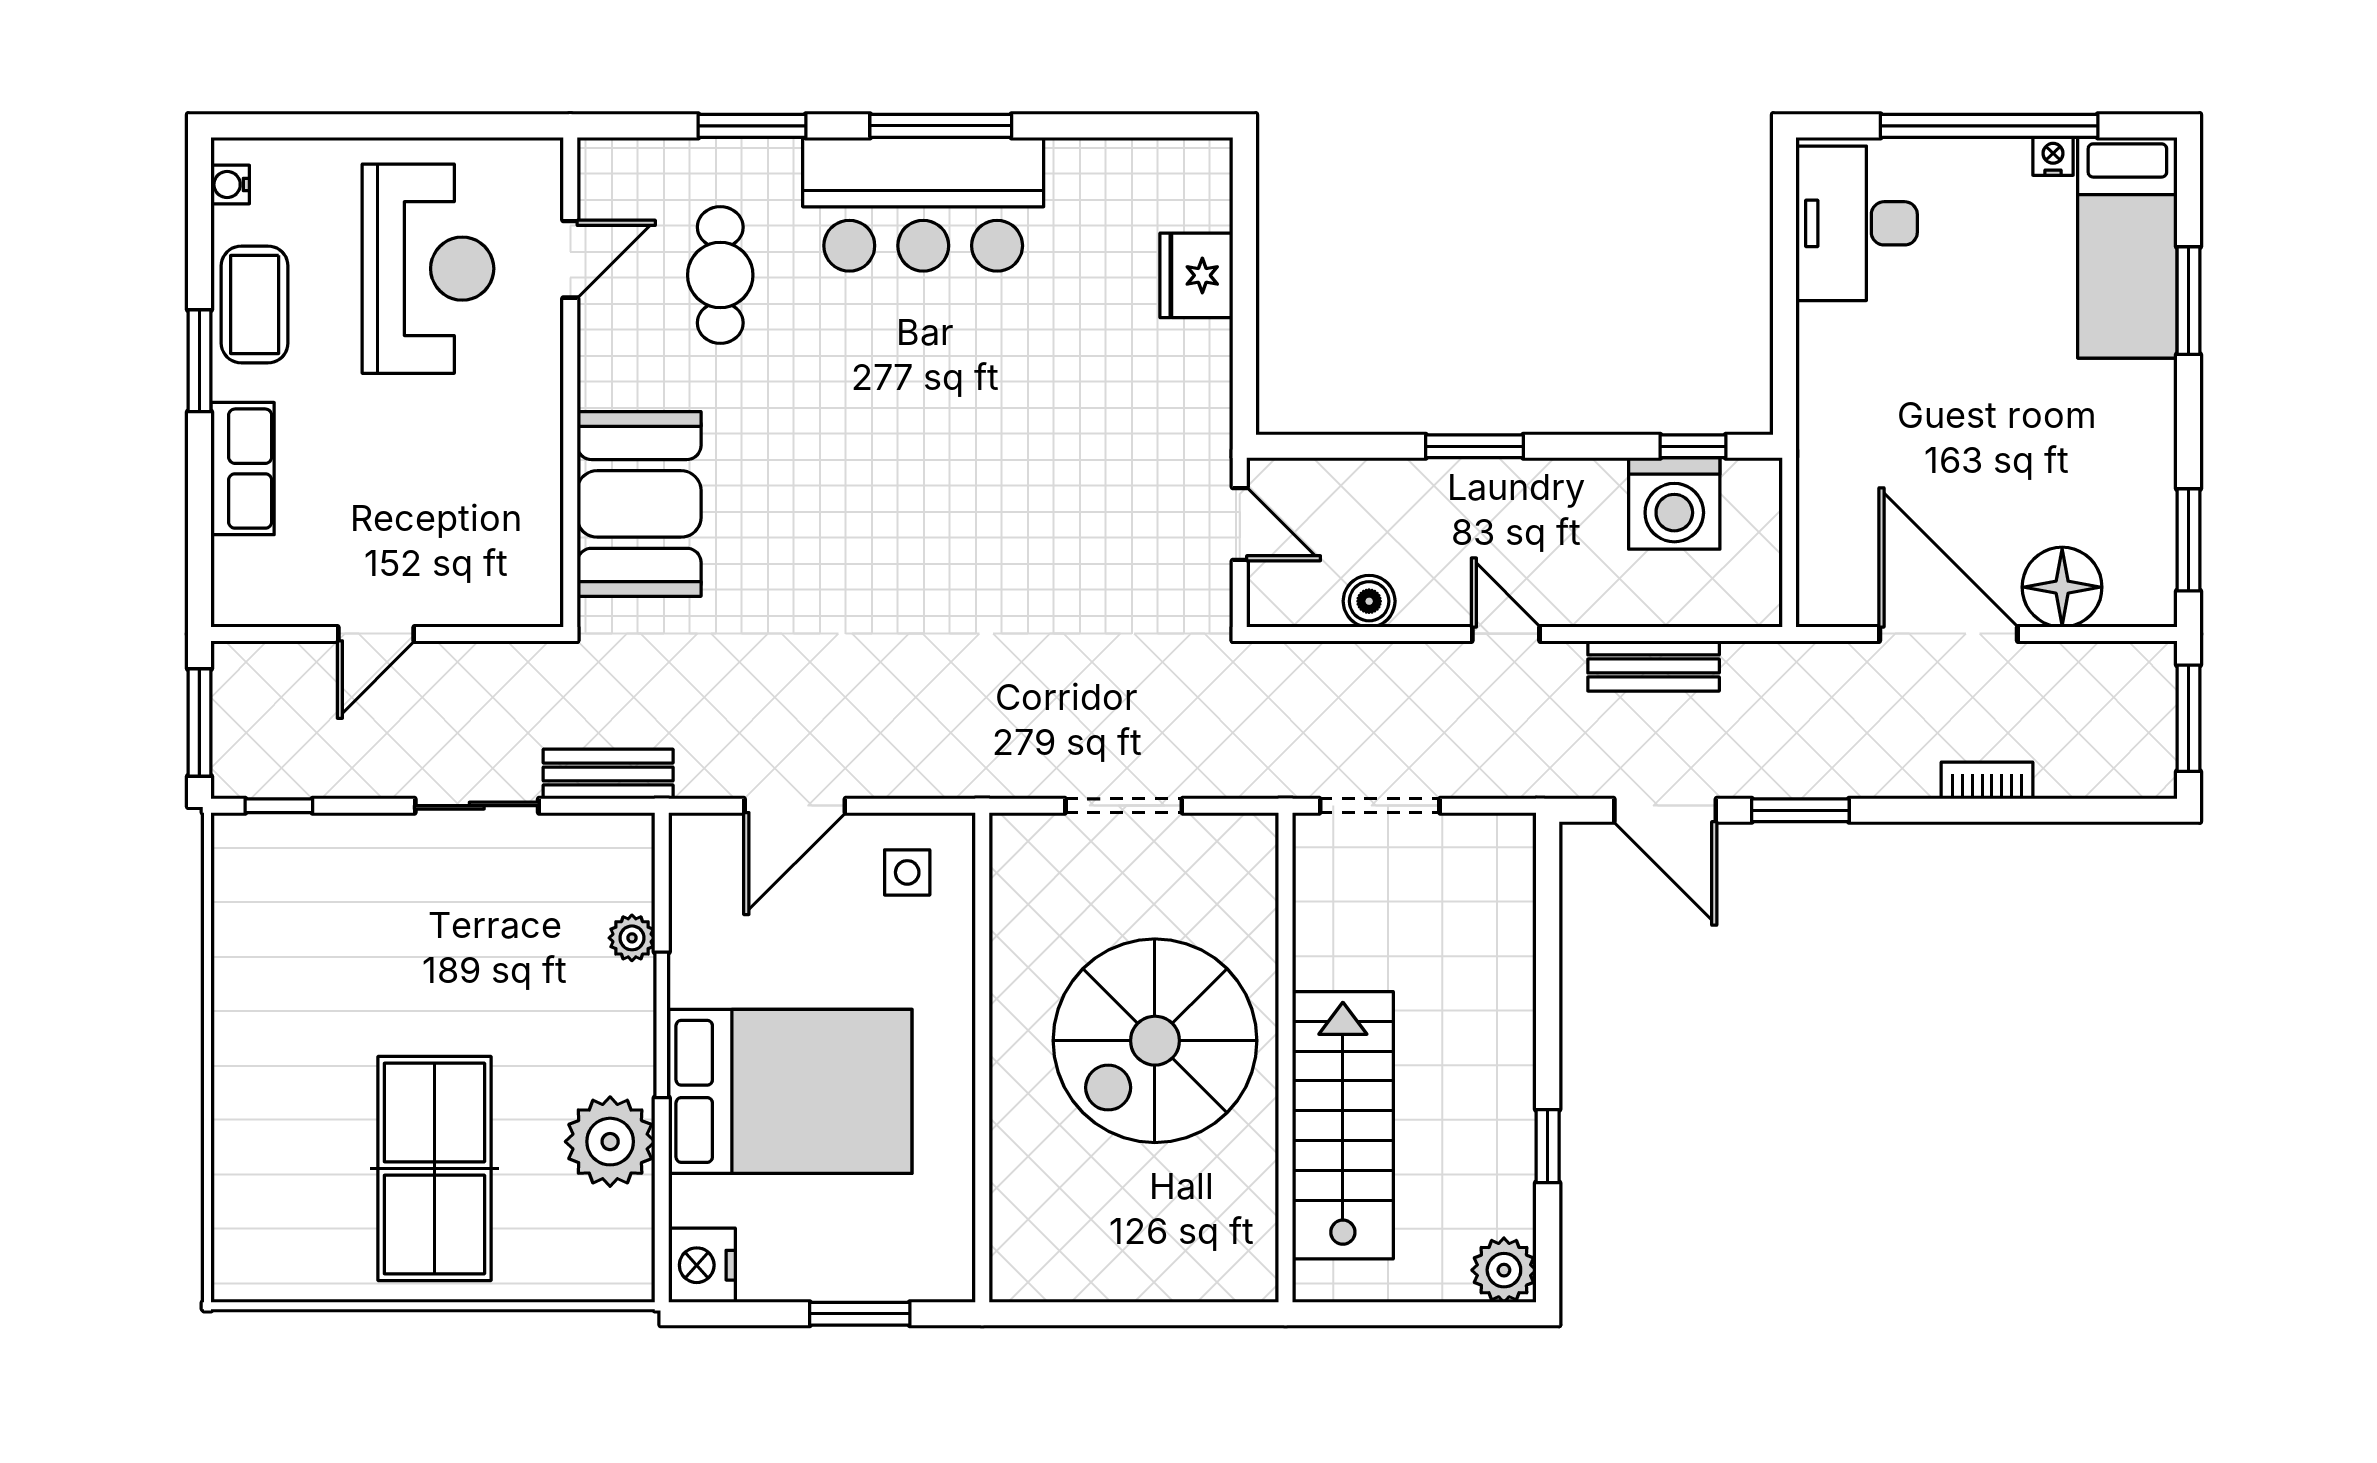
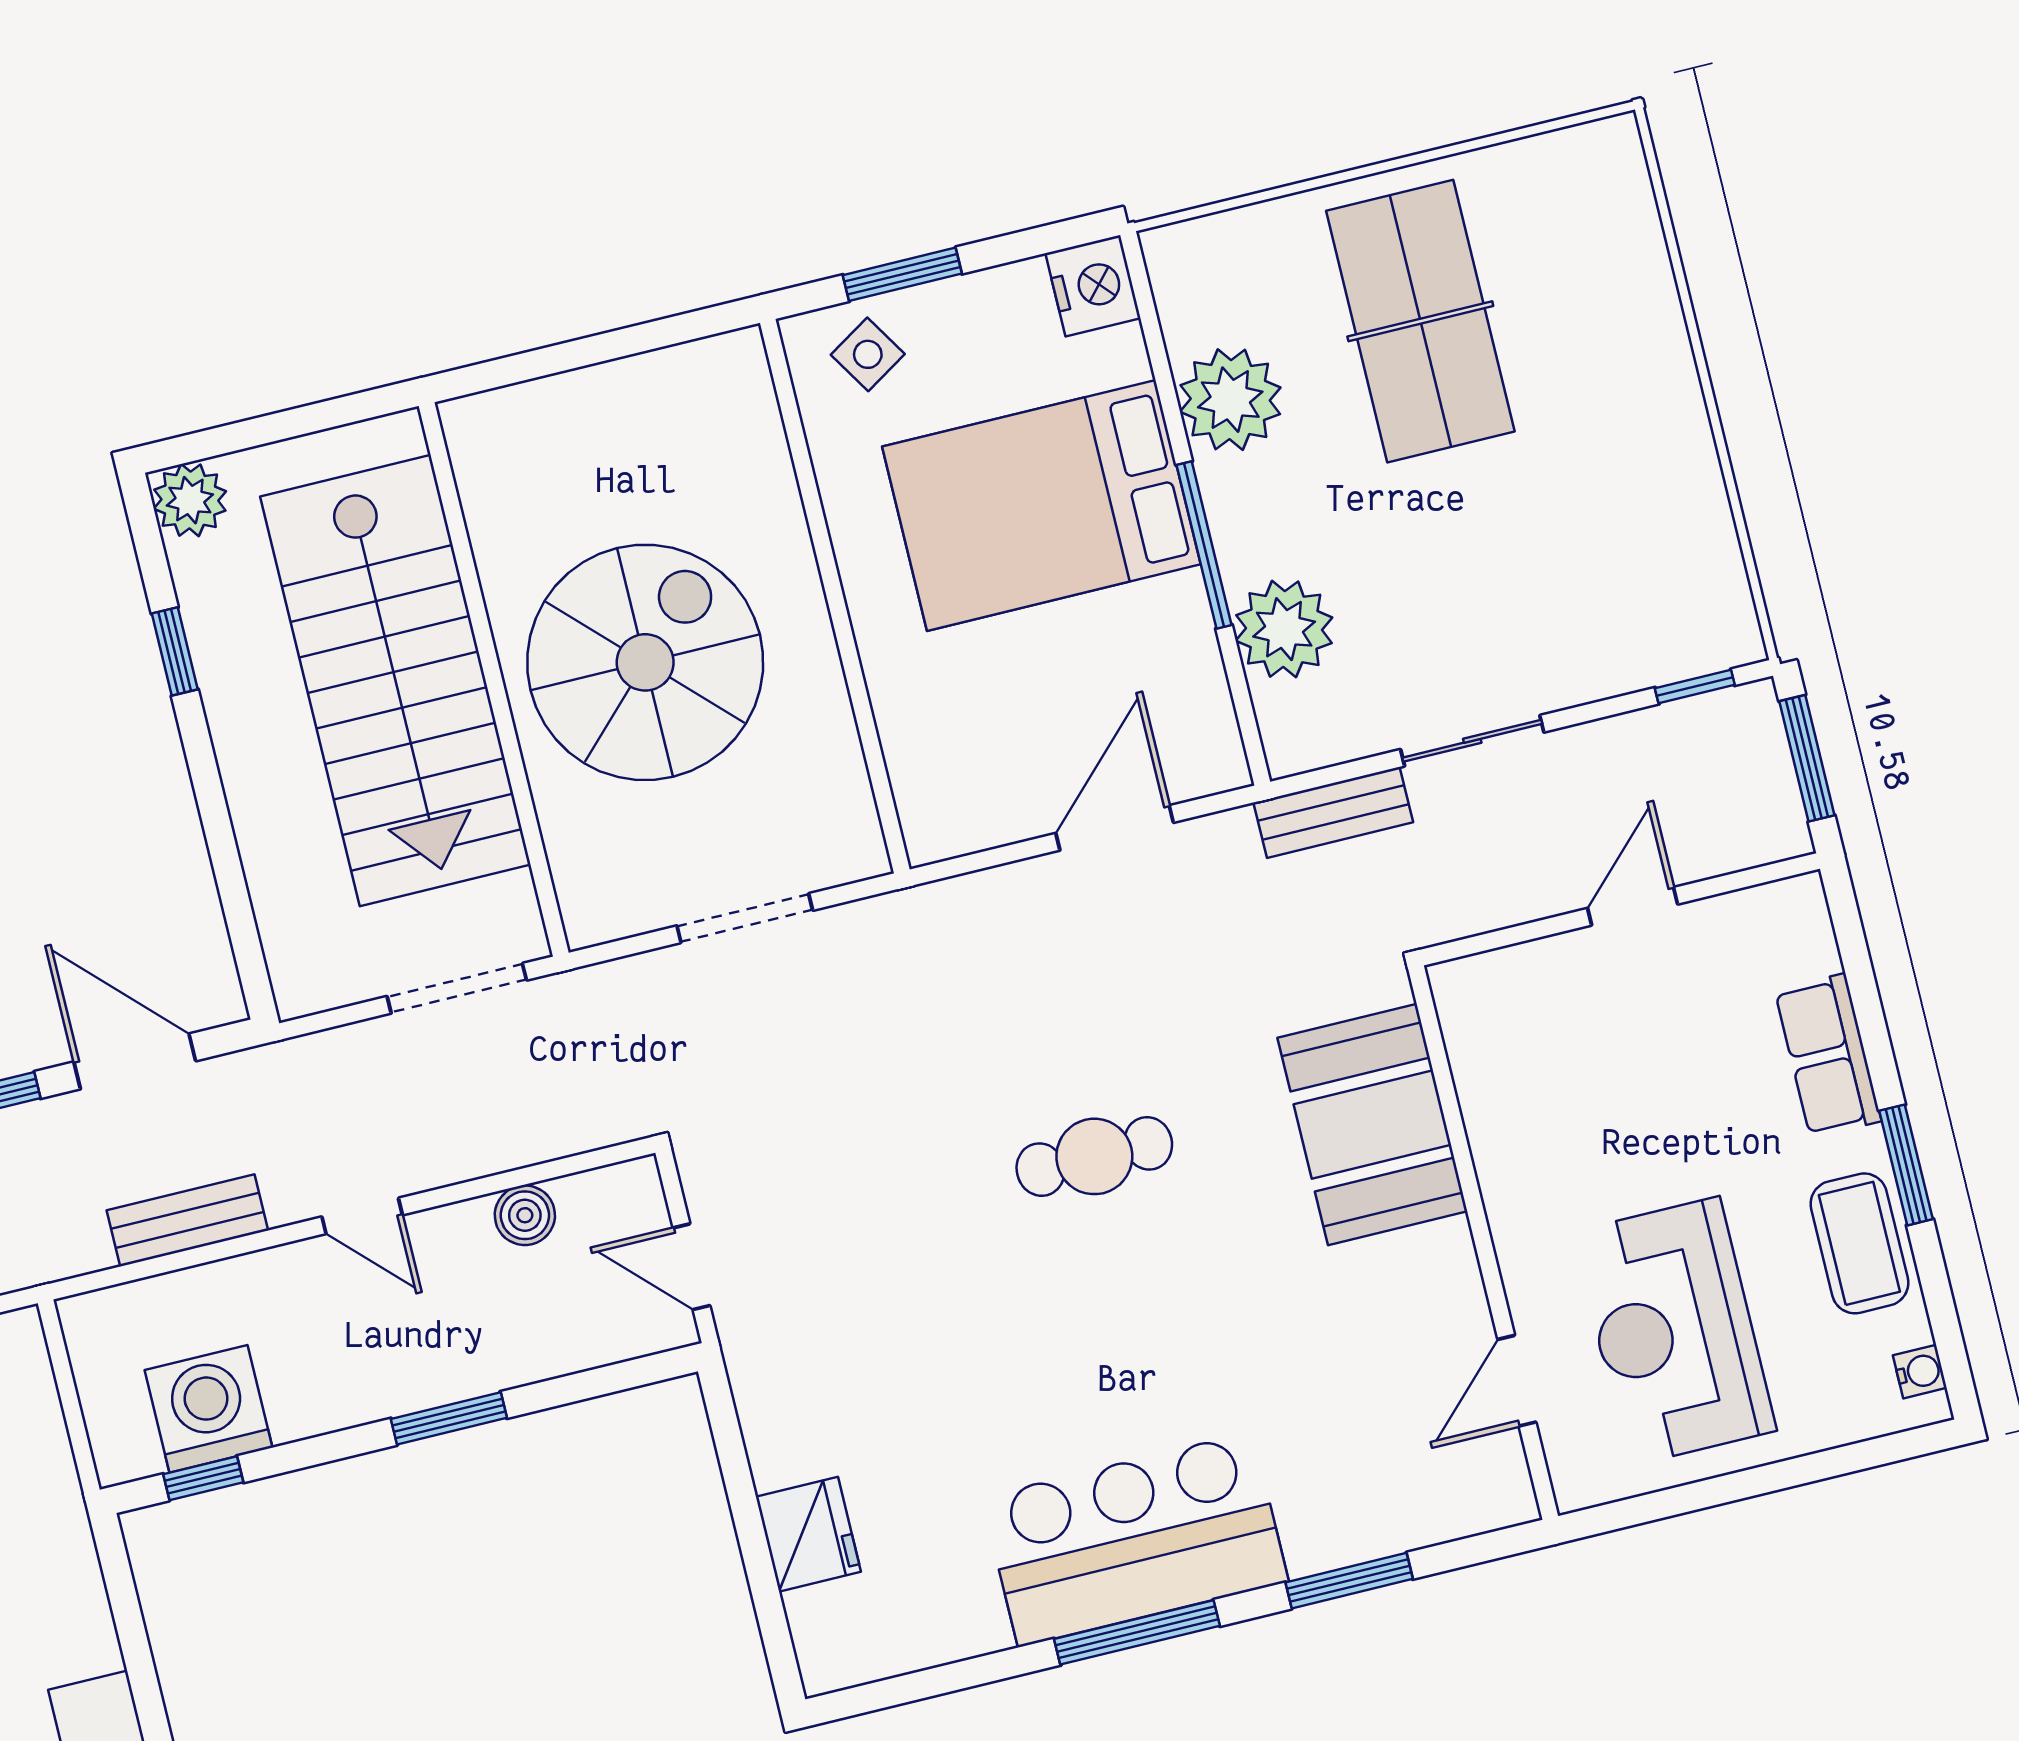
cafe table: (720, 275) -> (1094, 1156), moved, turned 90
side table: (907, 872) -> (868, 354), moved, turned -32
plant: (632, 938) -> (1284, 629), width x1.88, depth x1.88
stairs: (1343, 1125) -> (395, 680), width x1.36, depth x1.51

